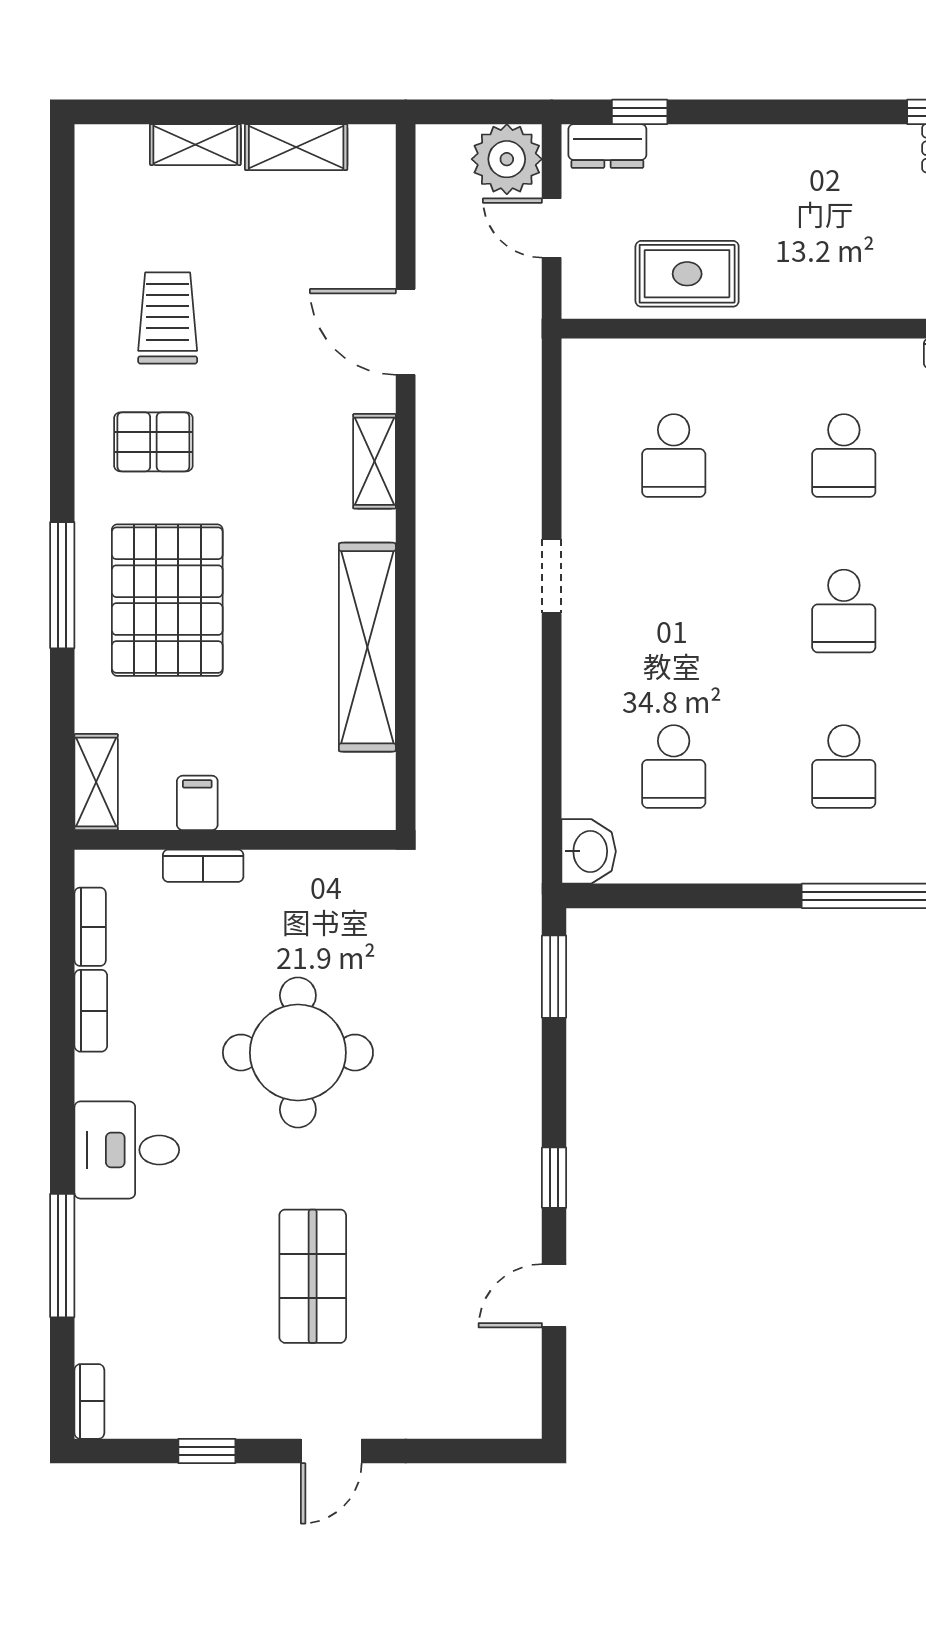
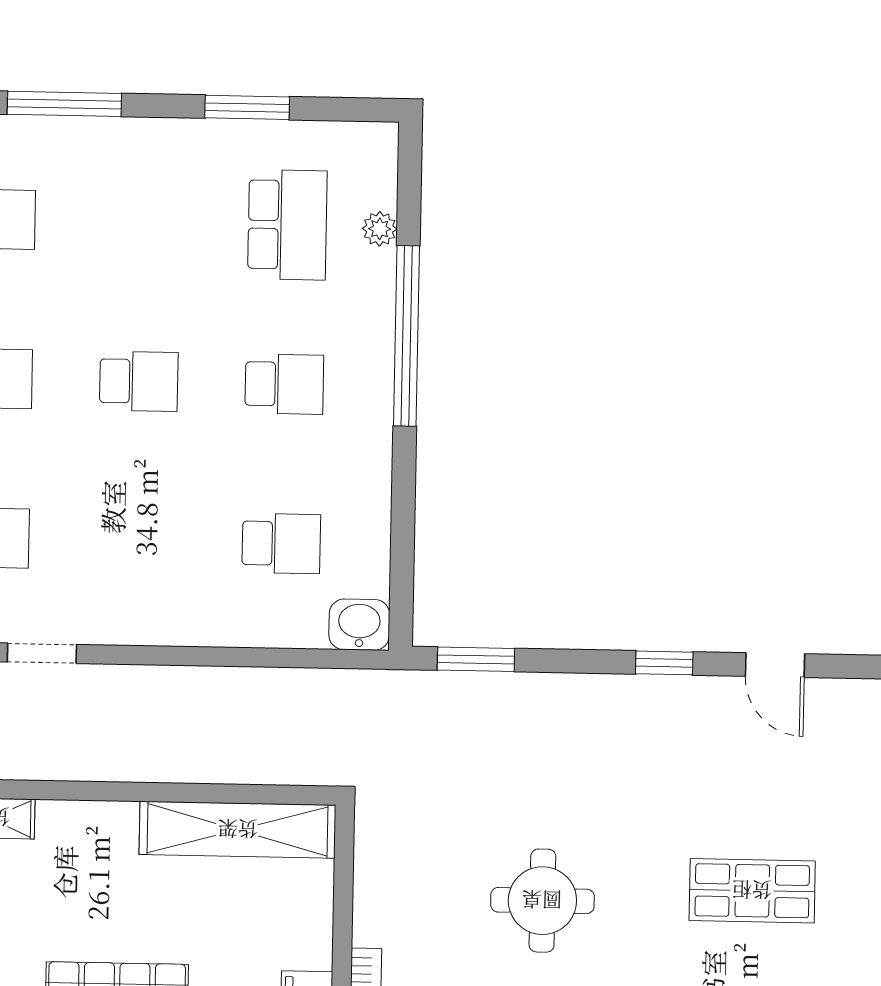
doorway: (552, 576) -> (42, 653), moved
shelving: (367, 647) -> (238, 830), moved
round table: (298, 1053) -> (542, 901), width x0.73, depth x0.73

